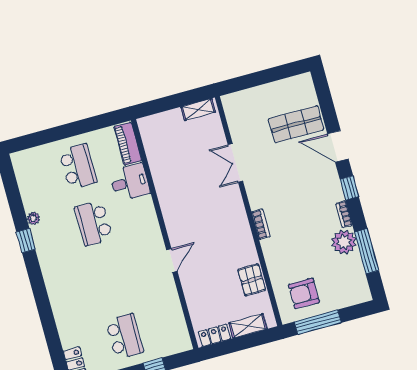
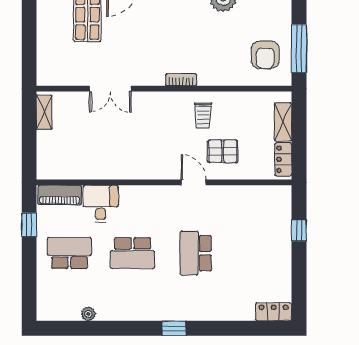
window: (94, 123) -> (29, 225), added
plant: (33, 218) -> (88, 314), moved
window: (26, 241) -> (174, 328), moved
trolley: (234, 253) -> (203, 115), added
pallet: (252, 280) -> (223, 151), moved
school desk: (124, 336) -> (196, 253), moved, turned -90

